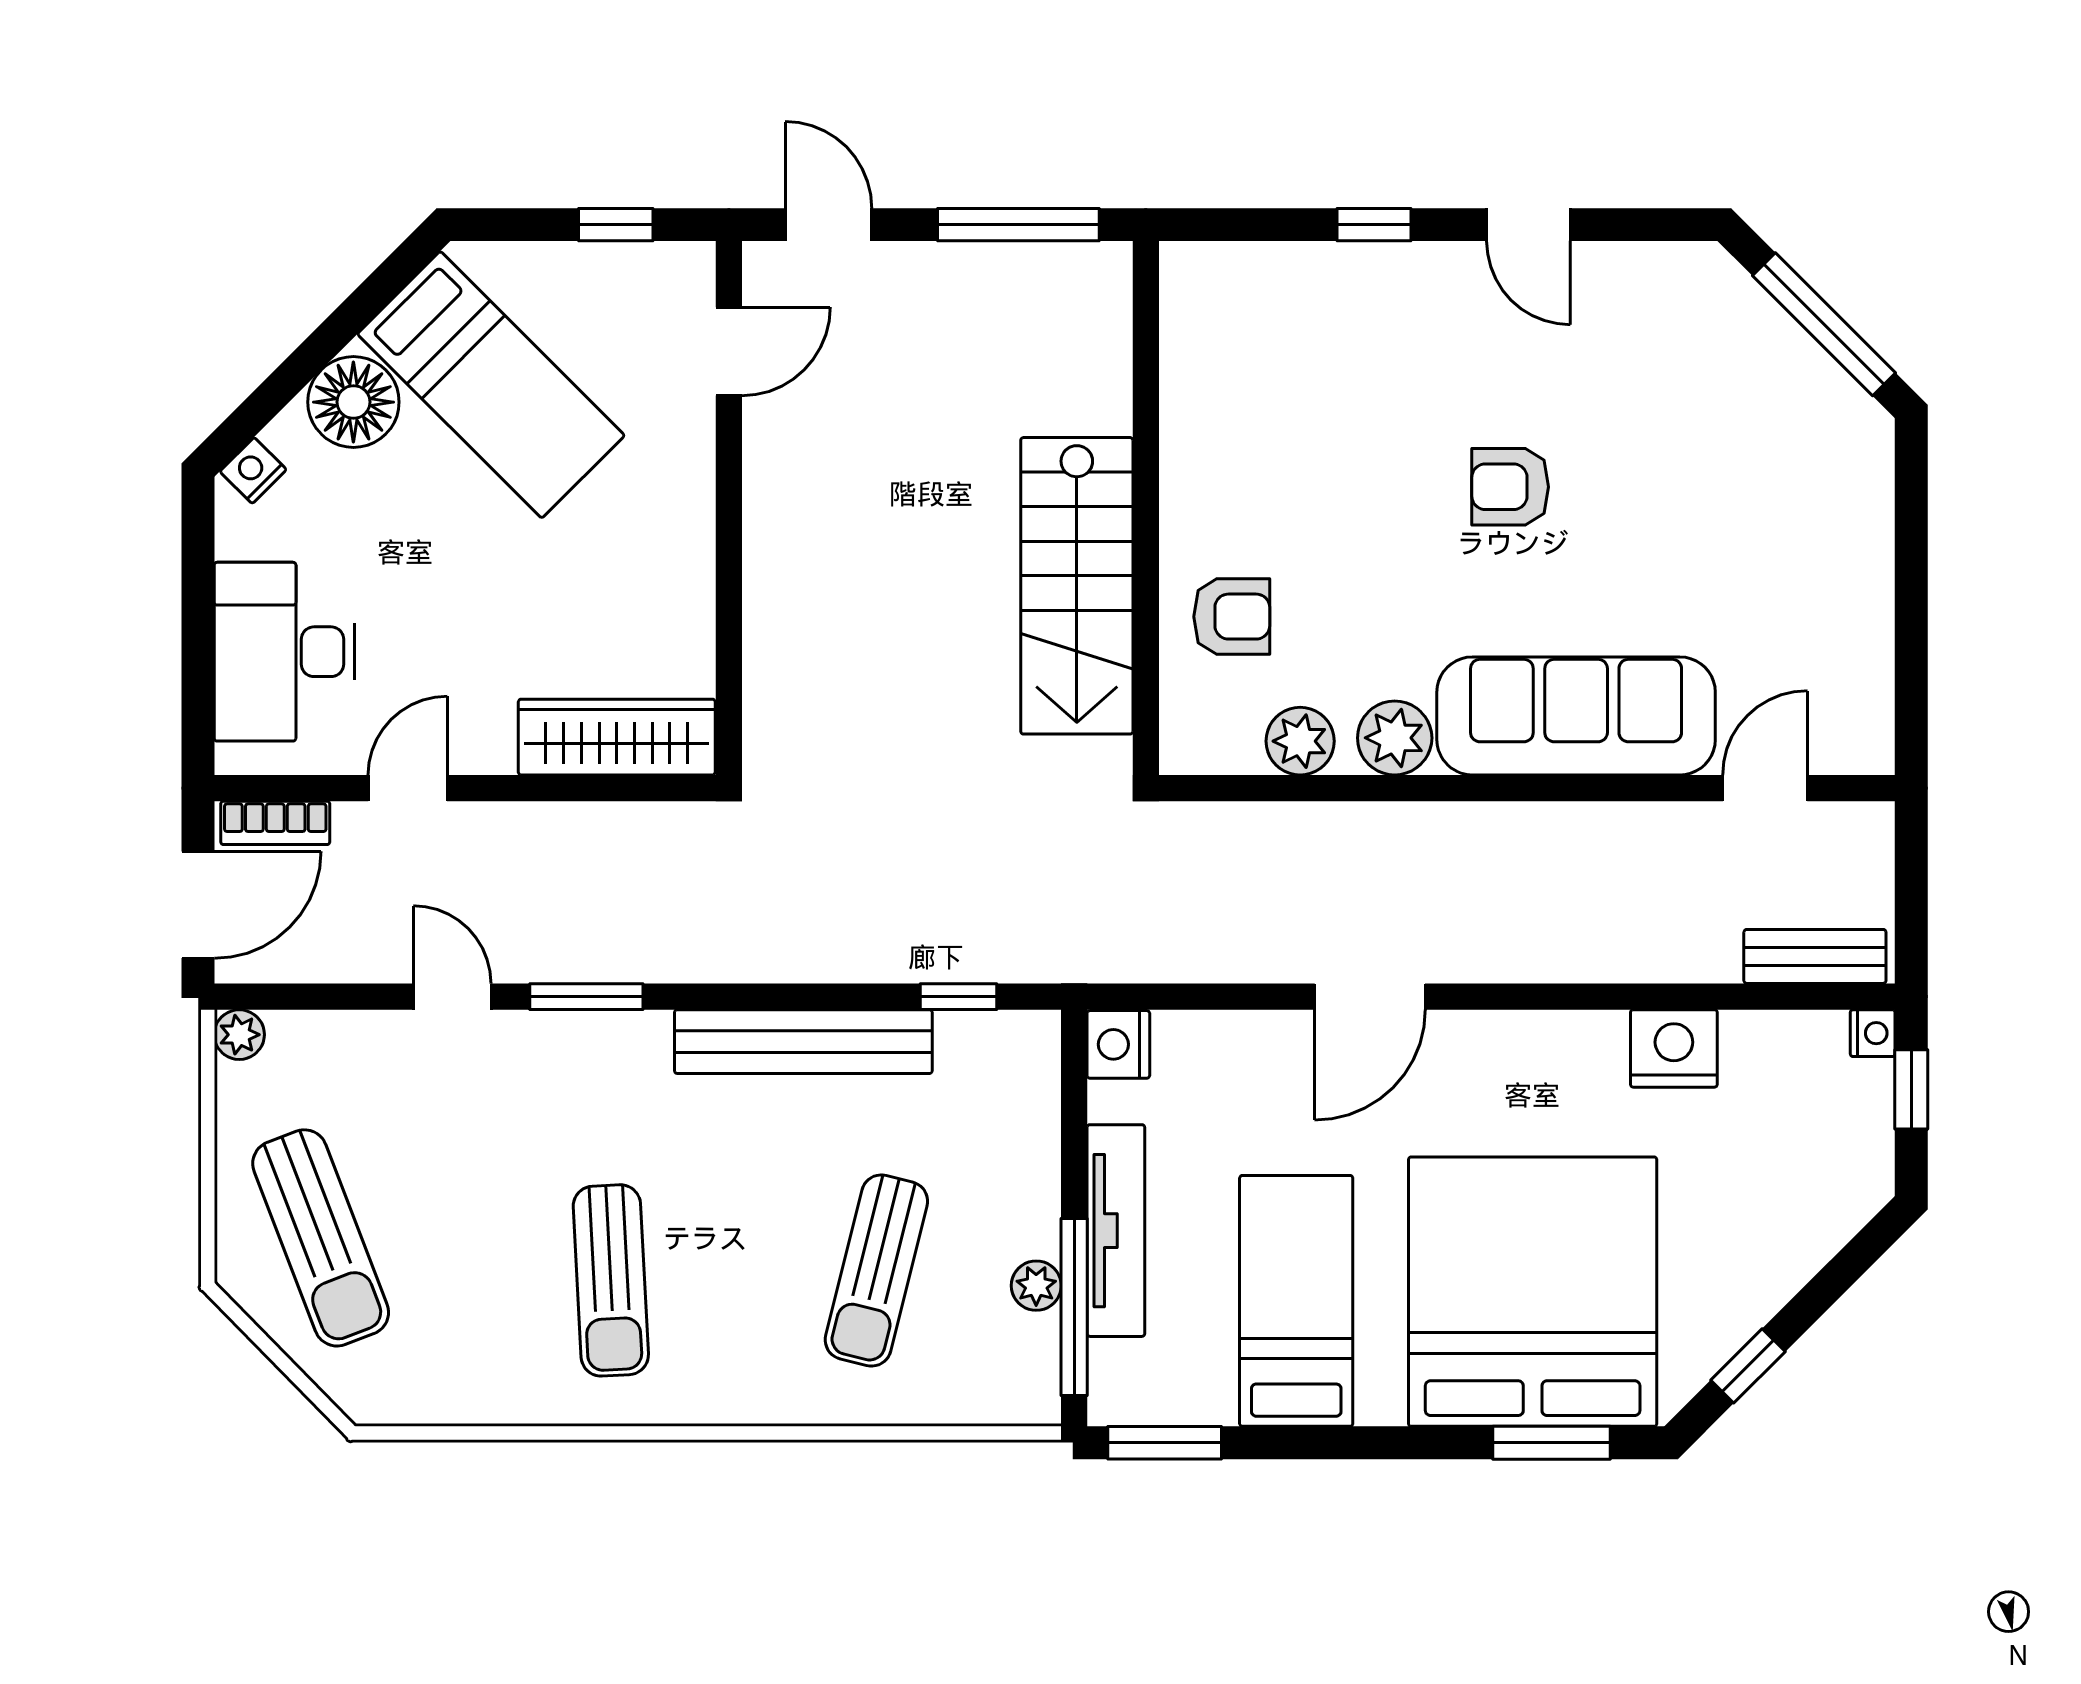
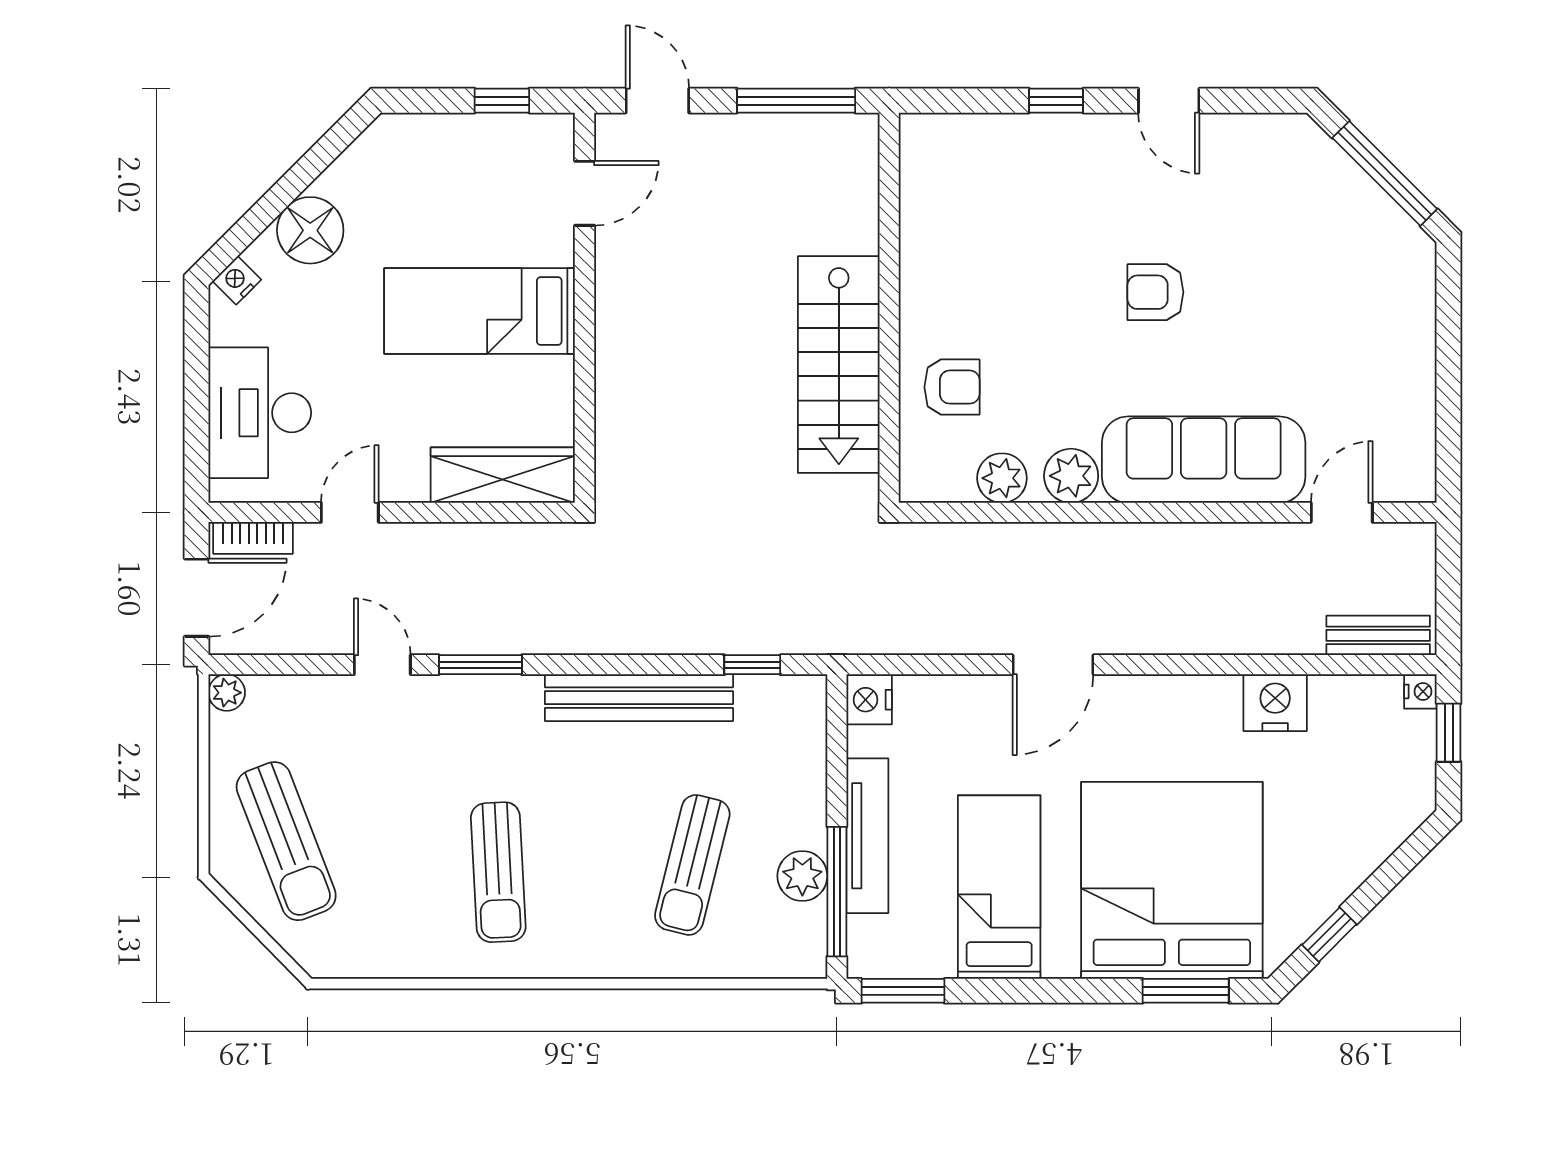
bed: (491, 385) -> (480, 311), moved, turned 135
plant: (1036, 1286) -> (802, 876), width x1.38, depth x1.38

